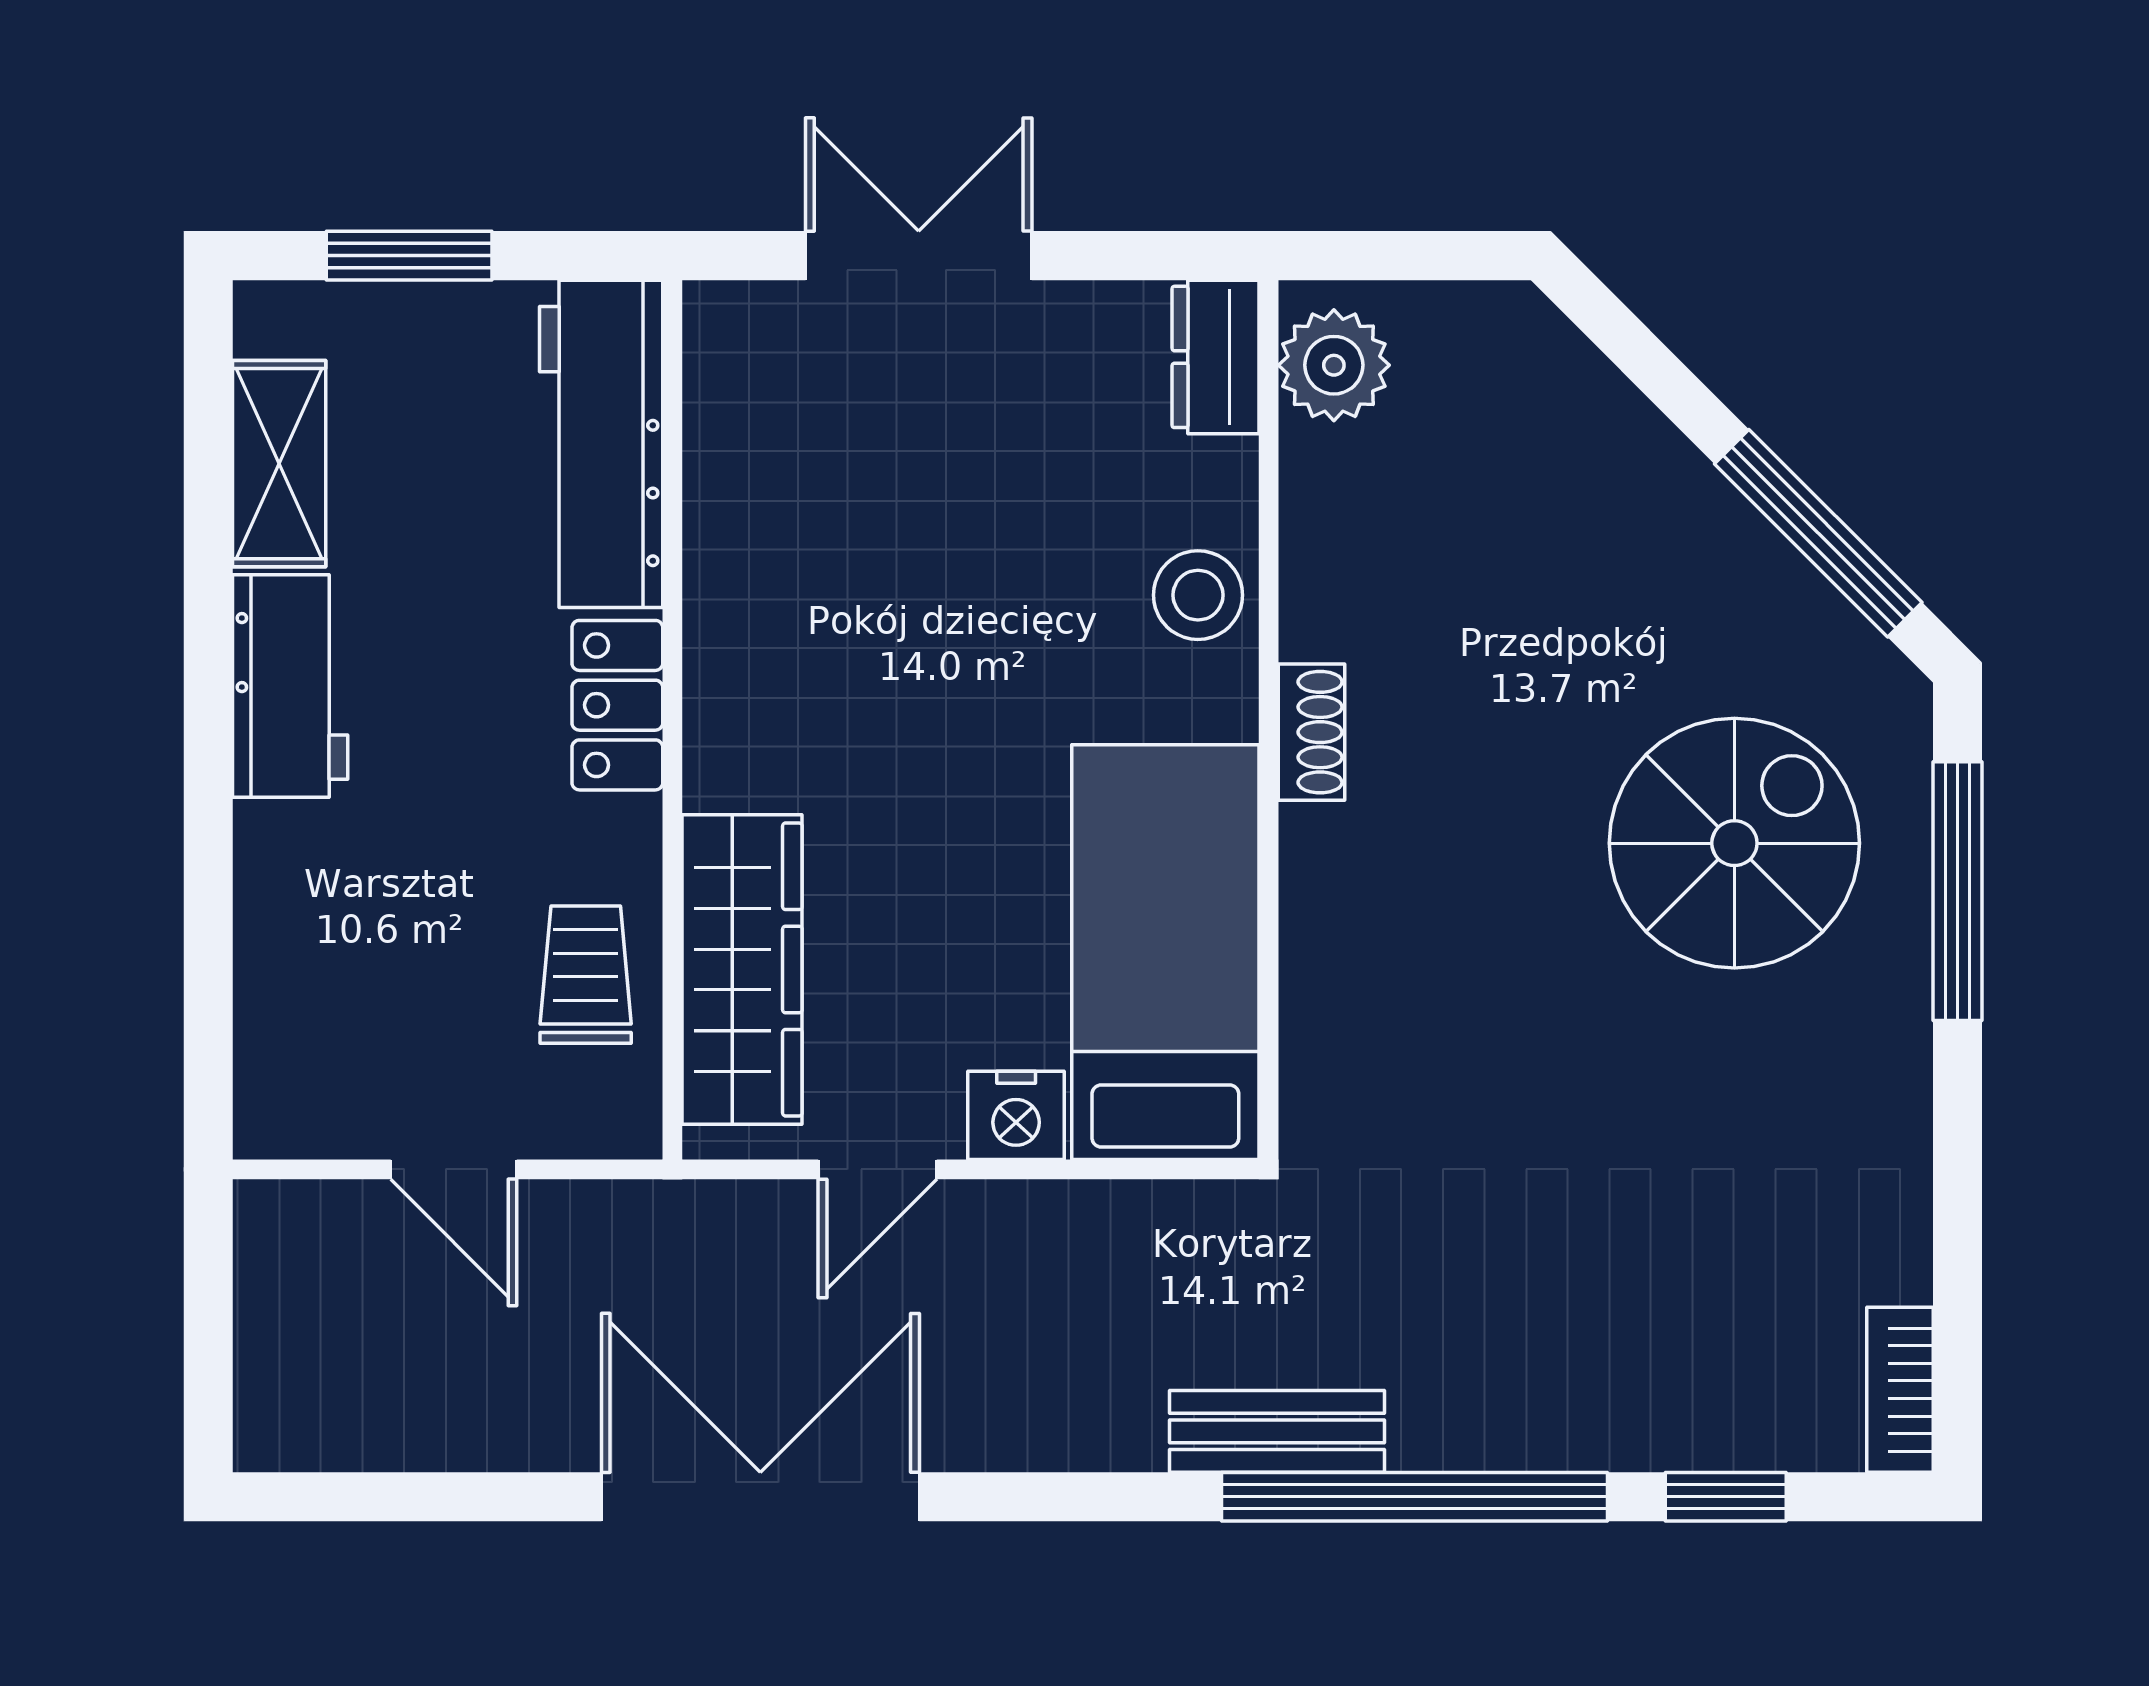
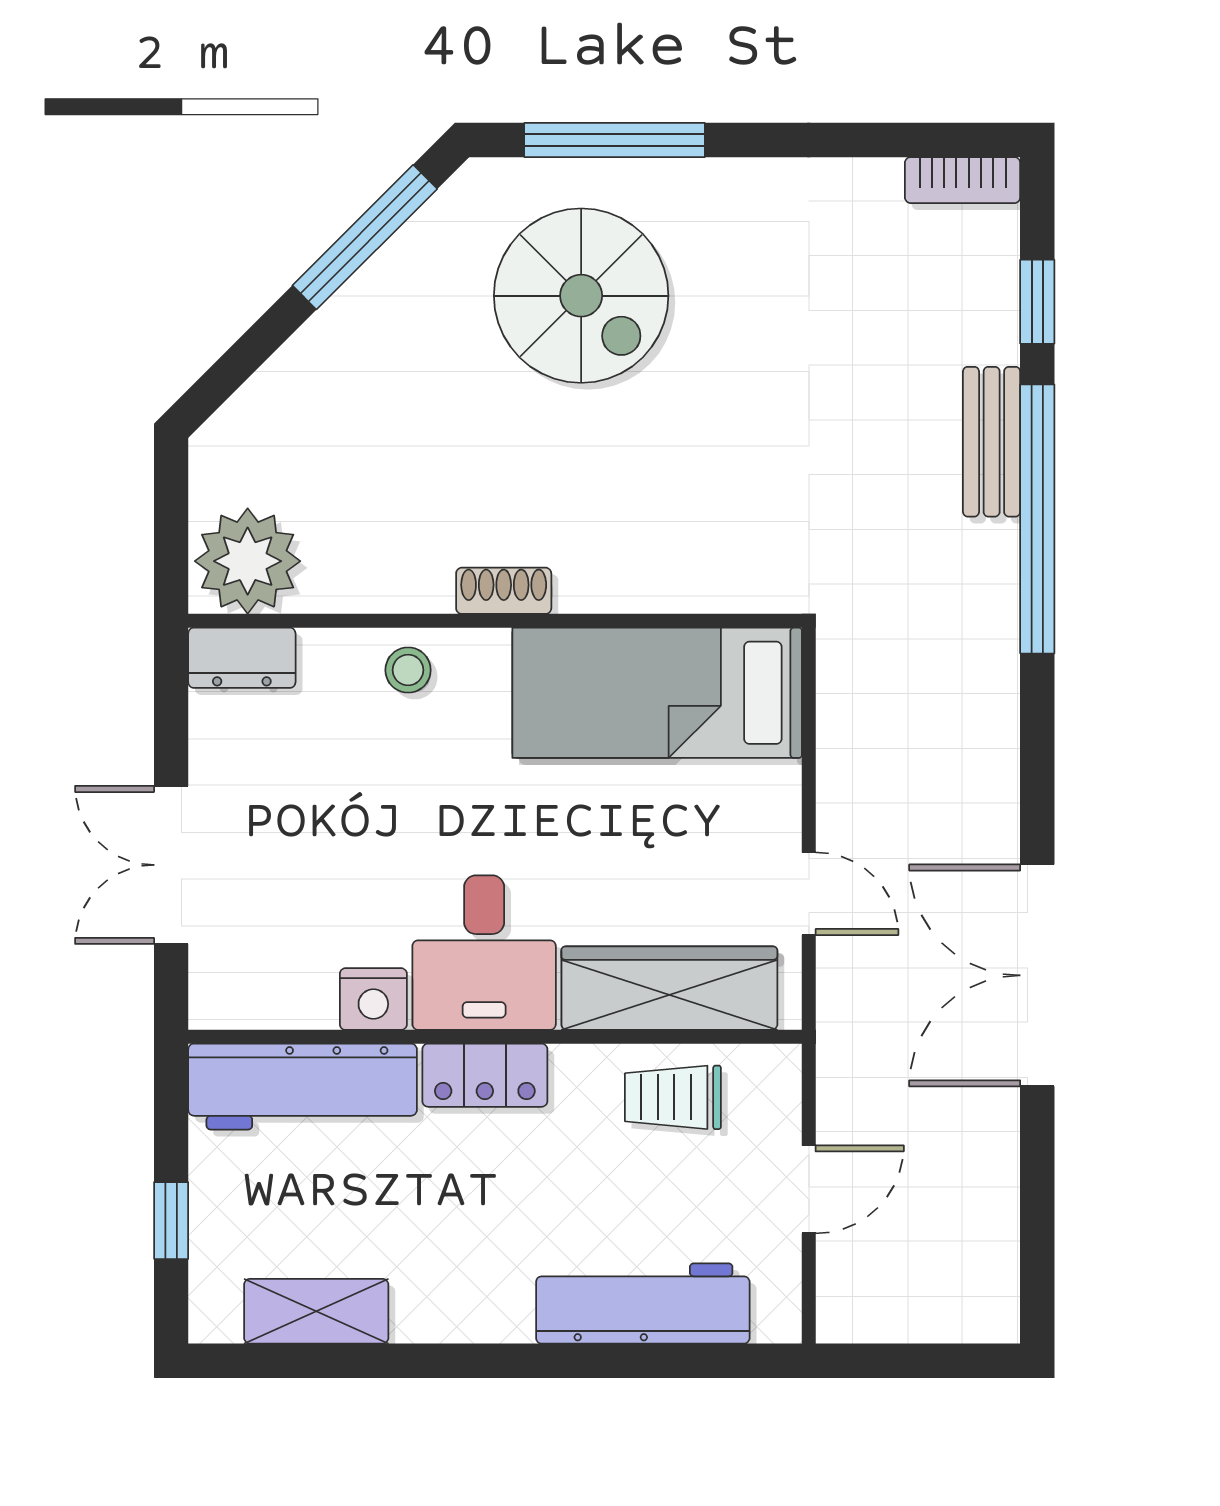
window: (409, 256) -> (171, 1221), width x0.67
plant: (1334, 365) -> (248, 561), width x1.36, depth x1.36
stool: (1198, 595) -> (408, 670), width x0.73, depth x0.73
workbench: (290, 686) -> (643, 1304), moved, width x1.38
desk: (793, 704) -> (484, 953), added
spiral stairs: (1734, 843) -> (581, 296), turned 180
nightstand: (1016, 1115) -> (373, 999), moved, turned 90
bench: (1277, 1431) -> (992, 442), moved

